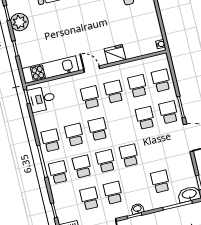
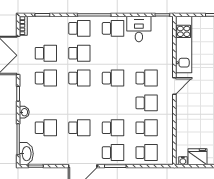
fridge: (115, 54) -> (198, 157), moved, turned -90
desk: (42, 99) -> (139, 29), moved
school desk: (74, 135) -> (113, 53), removed
school desk: (129, 155) -> (79, 128), moved
washbasin: (137, 209) -> (24, 112), moved

